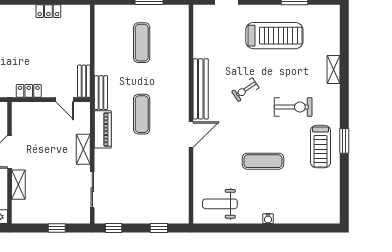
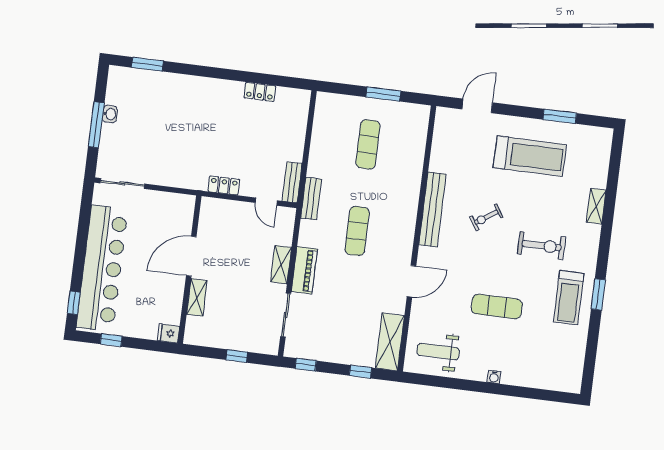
piano: (103, 129) -> (304, 270), moved
door: (191, 135) -> (411, 281), moved
shelving: (180, 201) -> (390, 342), added

